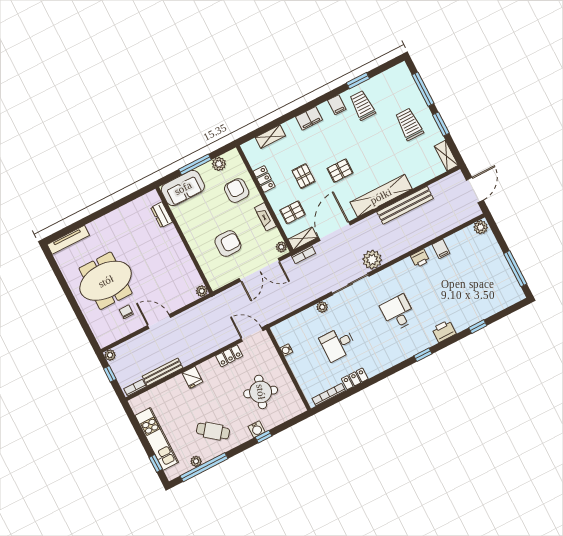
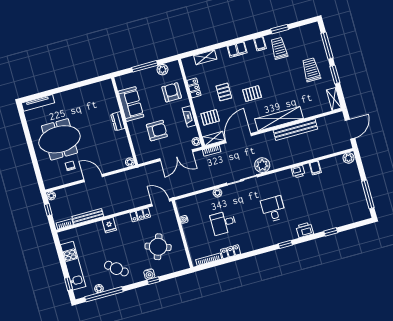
sofa: (183, 188) -> (131, 104), moved, turned -90
dresser: (161, 215) -> (118, 121), moved

